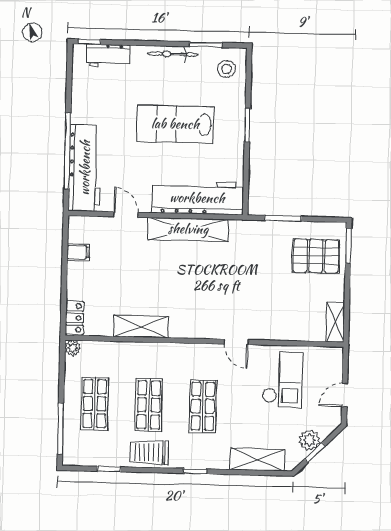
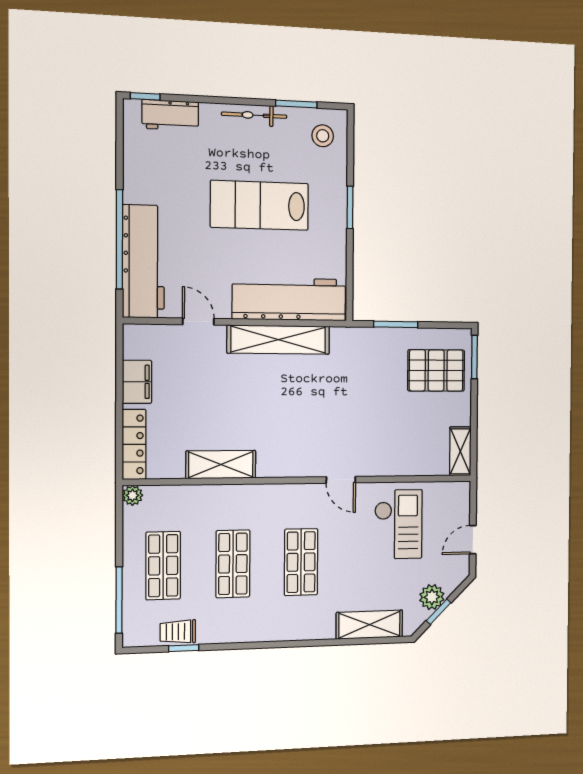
filing cabinet: (78, 252) -> (137, 382), width x2.00
locker: (74, 318) -> (134, 444), width x1.53
trolley: (149, 452) -> (178, 632), moved, width x0.73, depth x0.72
window: (195, 471) -> (293, 644), removed

